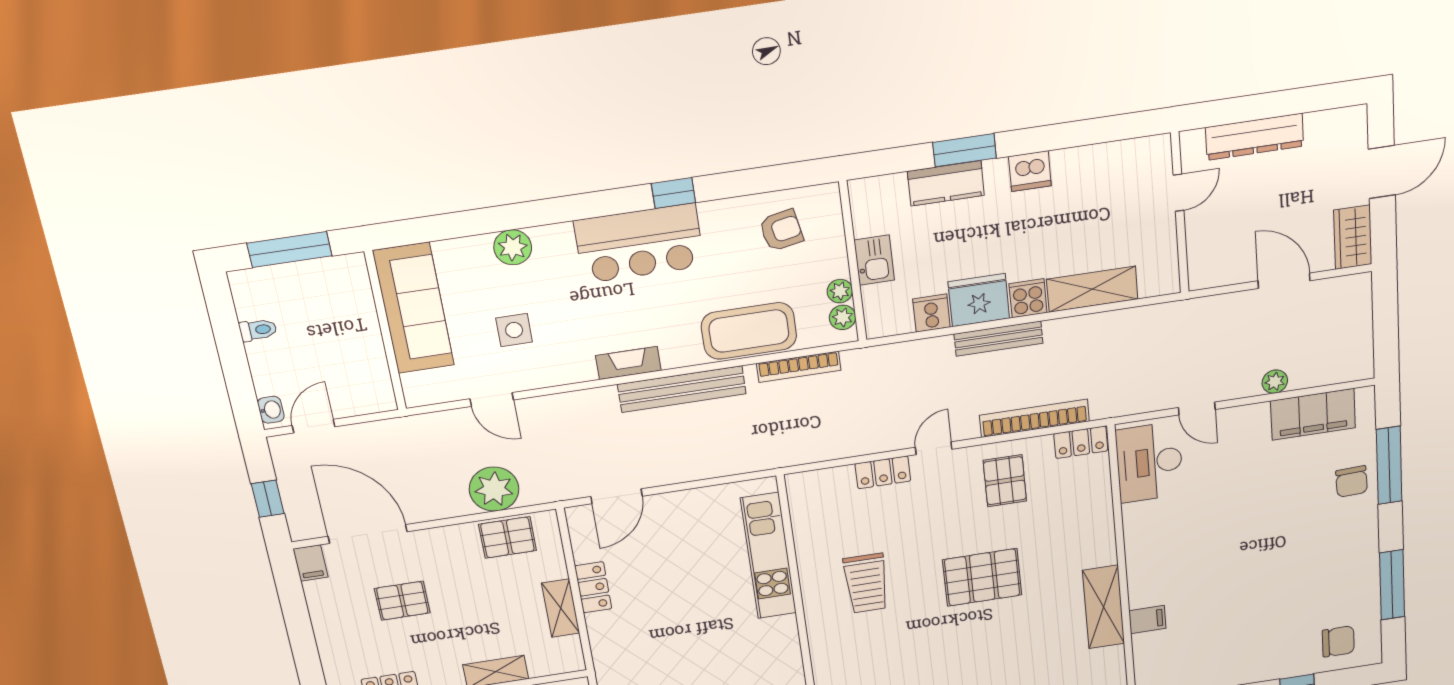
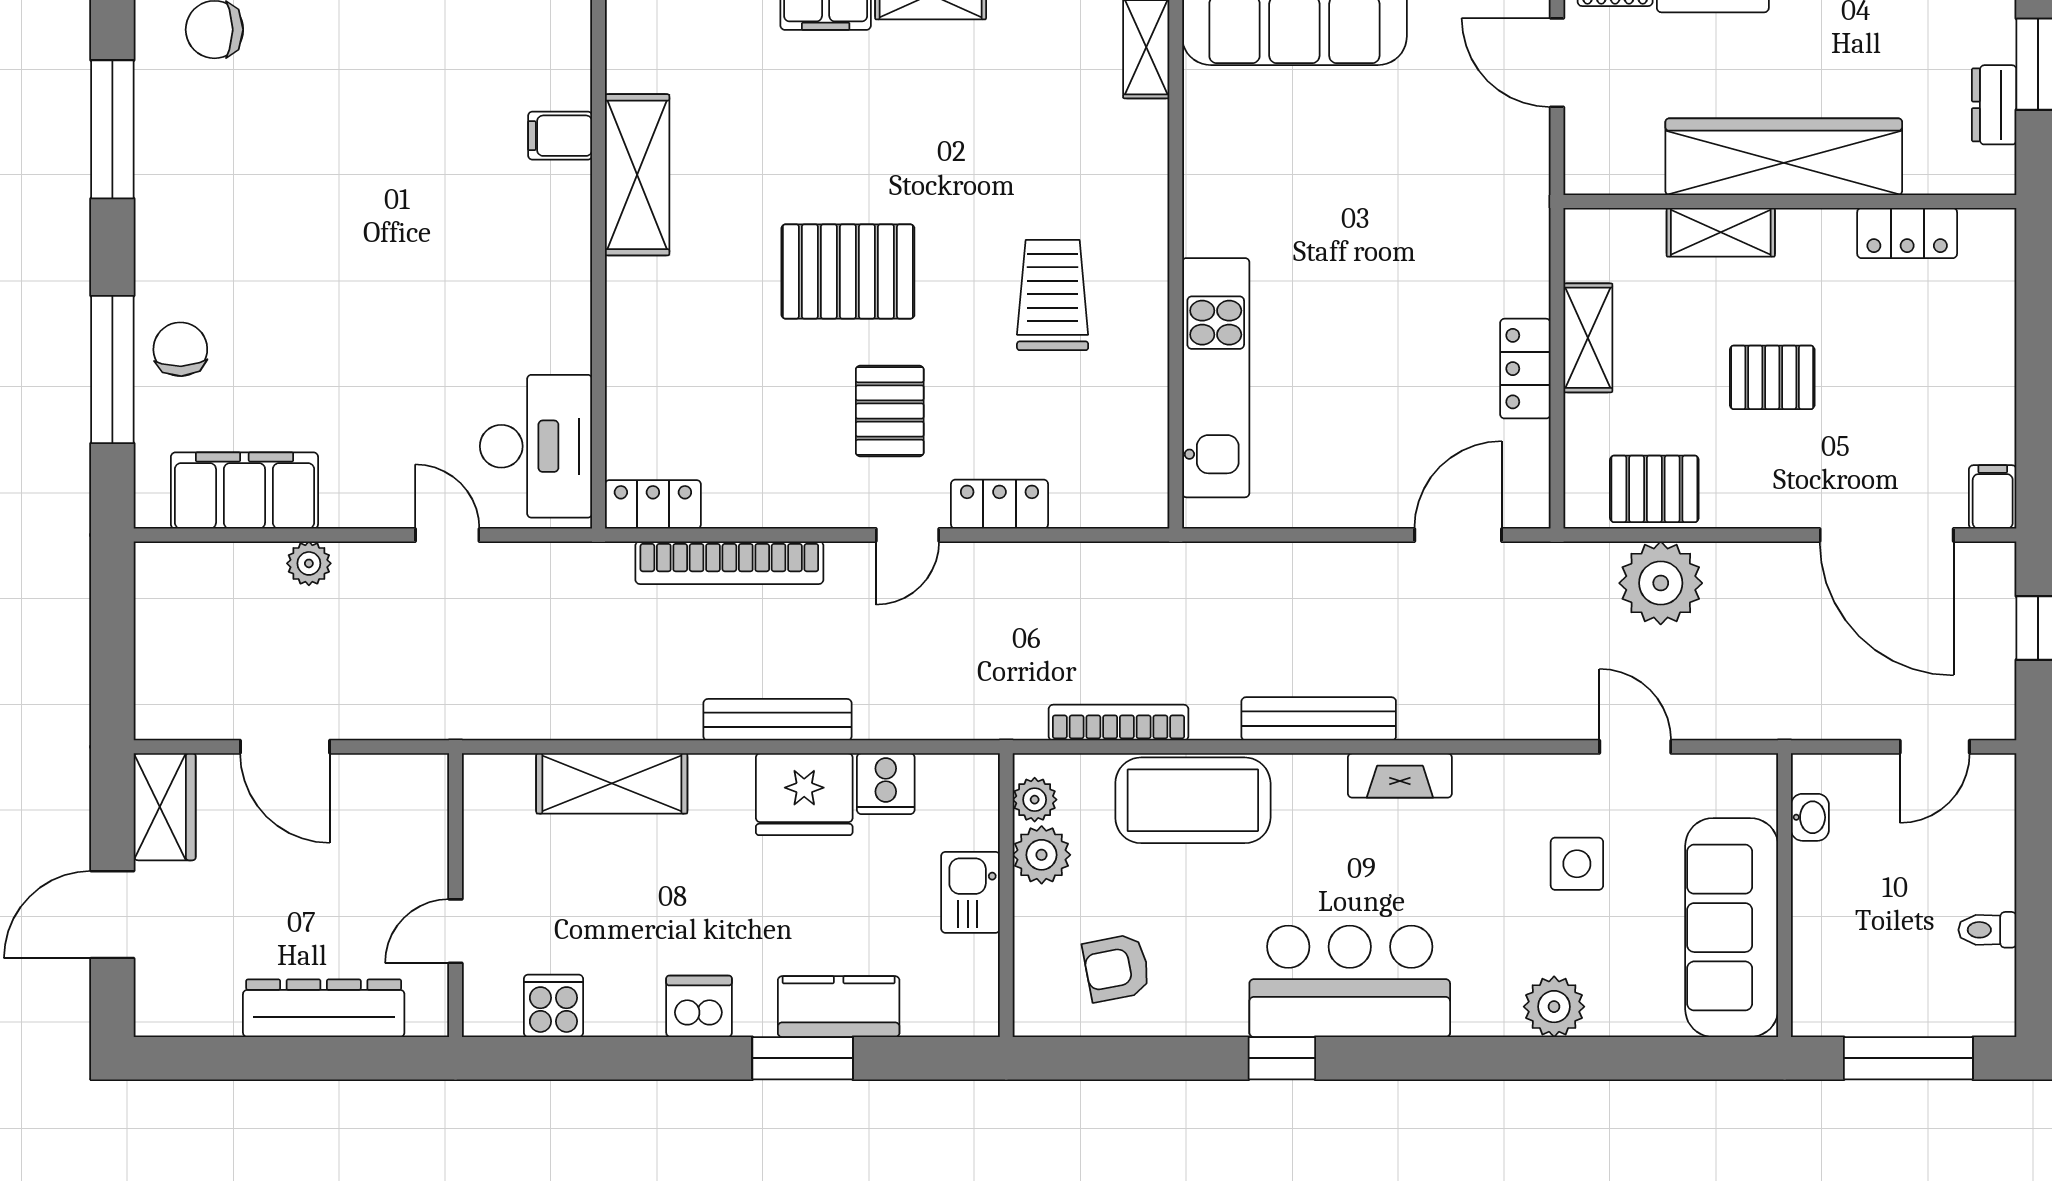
plant: (840, 291) -> (1042, 855), width x1.38, depth x1.38
cooker: (1028, 298) -> (553, 1006), moved, turned 180
bench: (682, 389) -> (1319, 719), width x0.73, depth x0.82
washbasin: (271, 410) -> (1810, 817), moved, turned 180
pallet: (1005, 481) -> (890, 411), moved
pallet: (402, 601) -> (1772, 377), moved

